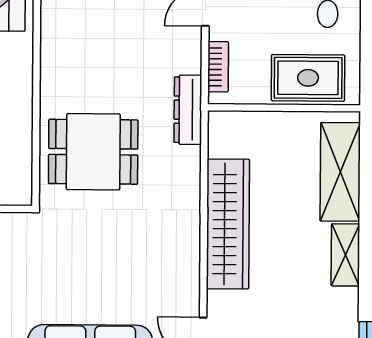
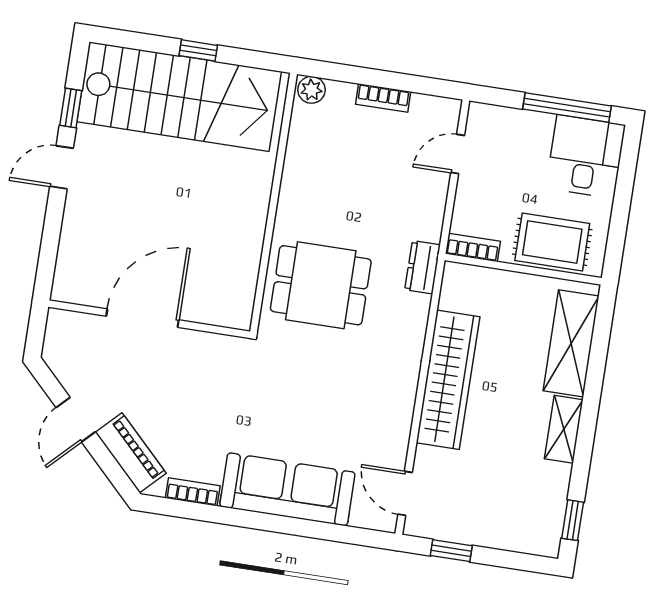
bookcase: (218, 67) -> (473, 247), moved, turned -90
dresser: (188, 110) -> (423, 267), width x0.70

